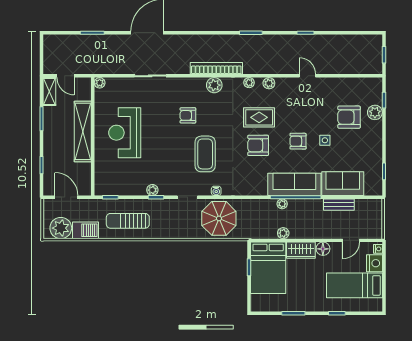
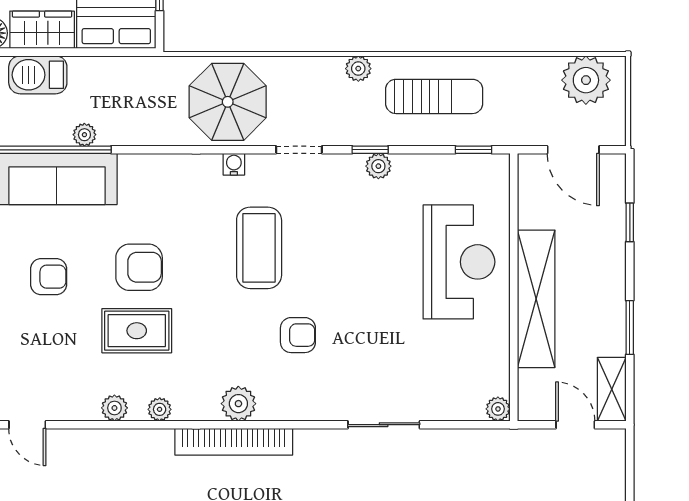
reception desk: (125, 133) -> (459, 262), moved
barbecue: (85, 230) -> (38, 75), moved
plant: (283, 233) -> (358, 69), moved

